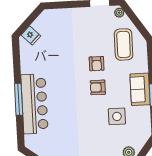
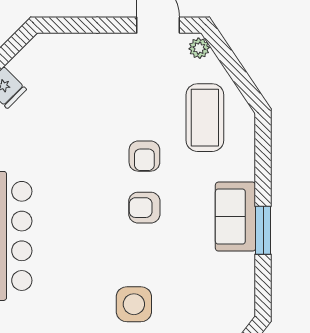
side table: (117, 116) -> (134, 304), moved

